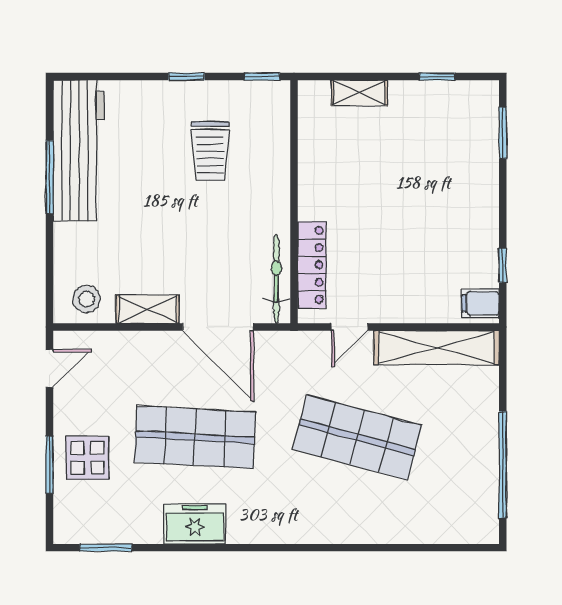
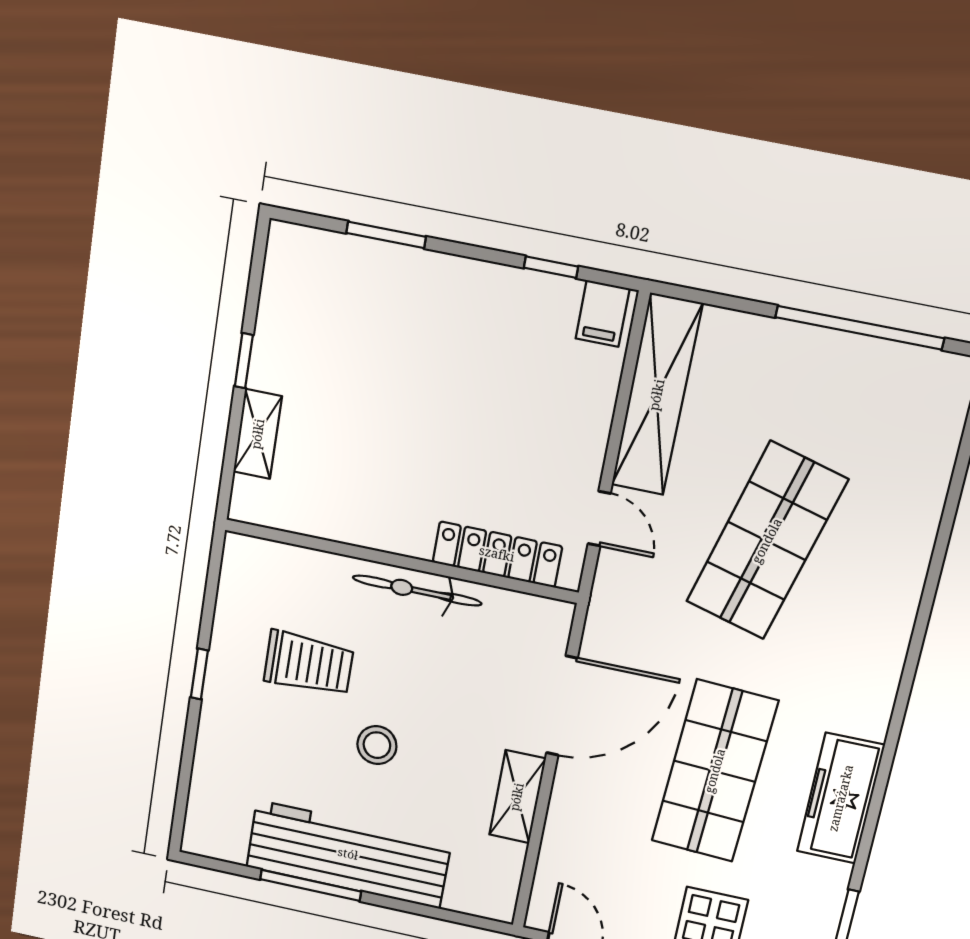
window: (262, 76) -> (214, 569), removed
window: (437, 76) -> (244, 361), moved
window: (503, 133) -> (386, 235), moved
workbench: (79, 150) -> (348, 854), moved
bicycle: (276, 279) -> (417, 591), moved
stool: (87, 299) -> (377, 745), moved
freezer: (195, 524) -> (841, 798), width x1.40

